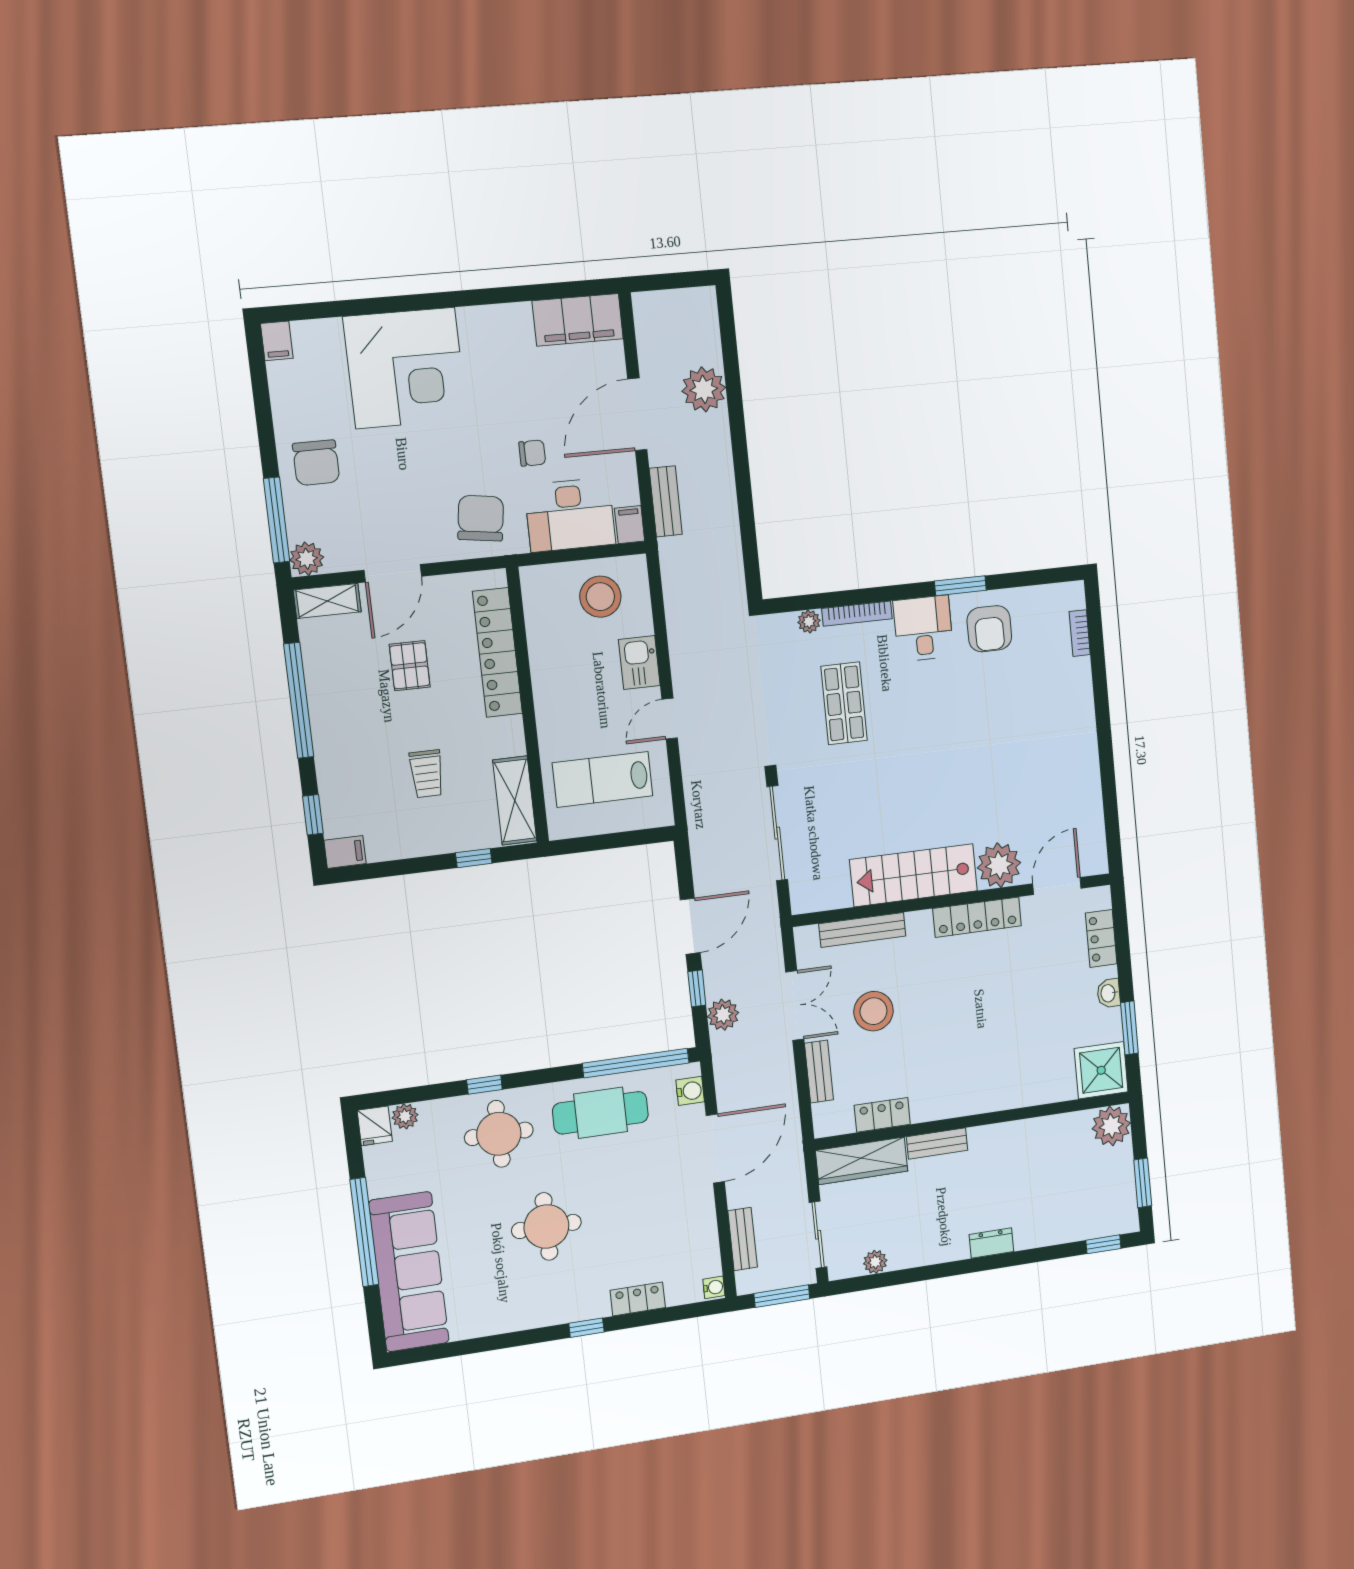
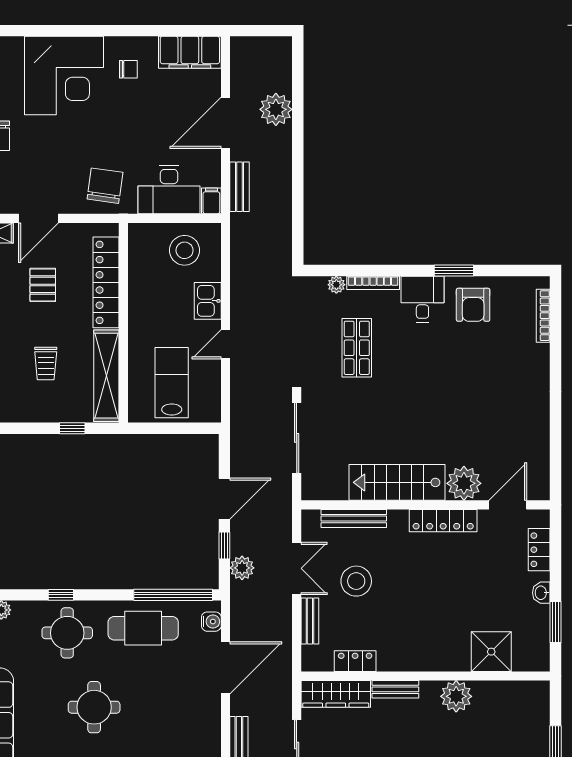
chair: (532, 453) -> (128, 69), moved
bookcase: (1080, 633) -> (543, 316), width x1.56
lab bench: (603, 779) -> (172, 383), turned 90
shelving: (515, 801) -> (106, 376), width x1.47
shower: (1101, 1070) -> (491, 652), moved
plant: (1111, 1126) -> (456, 696), moved

